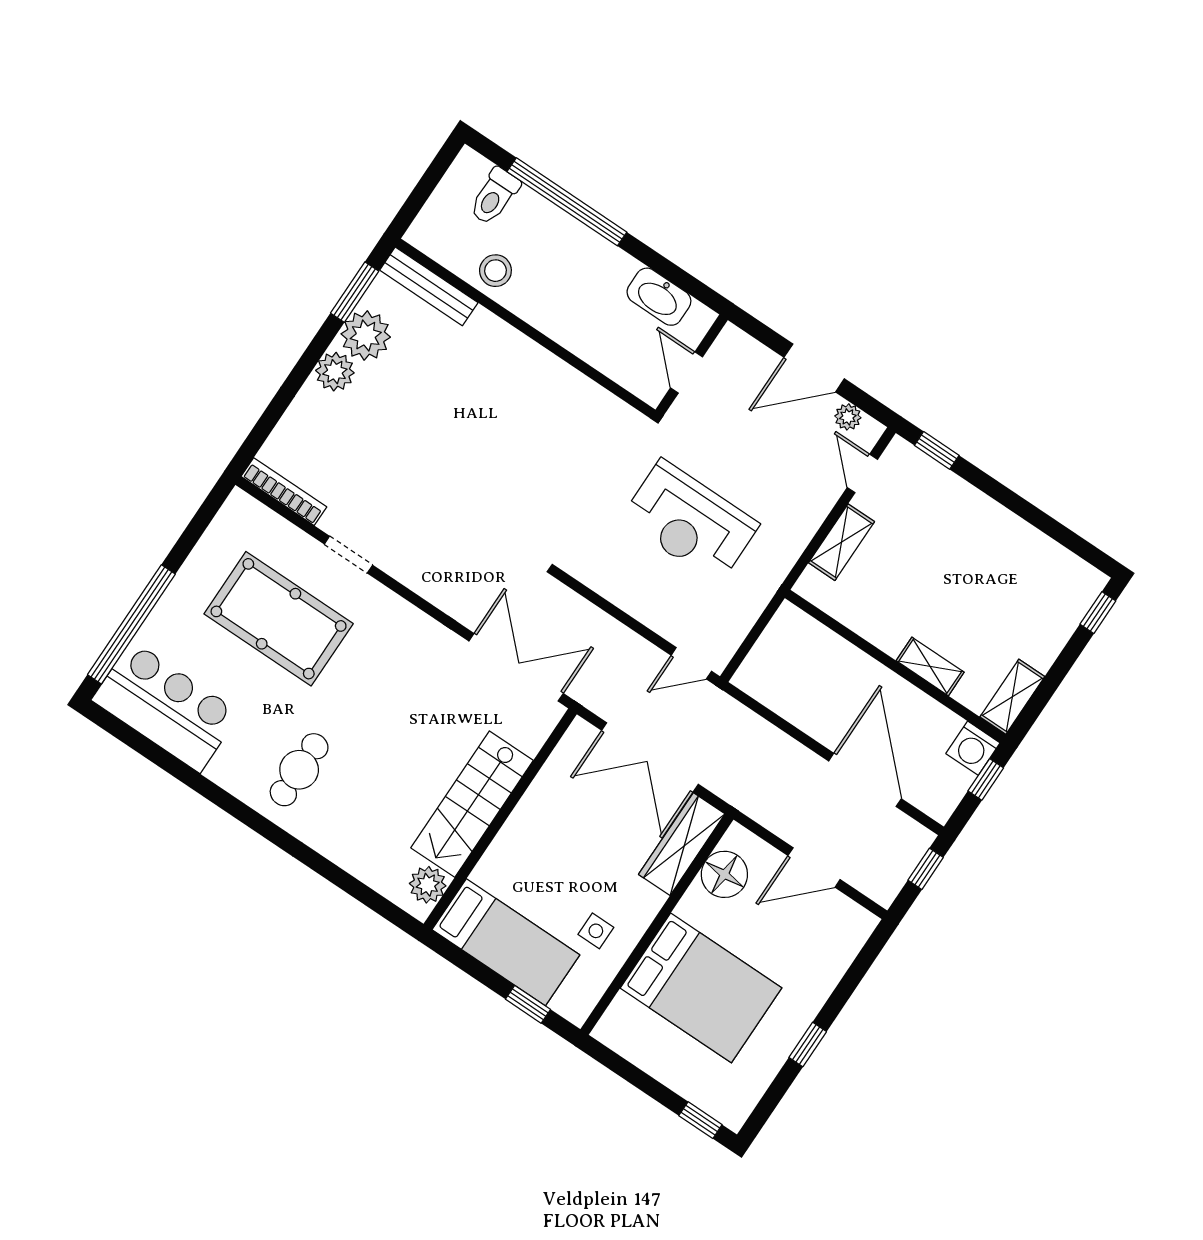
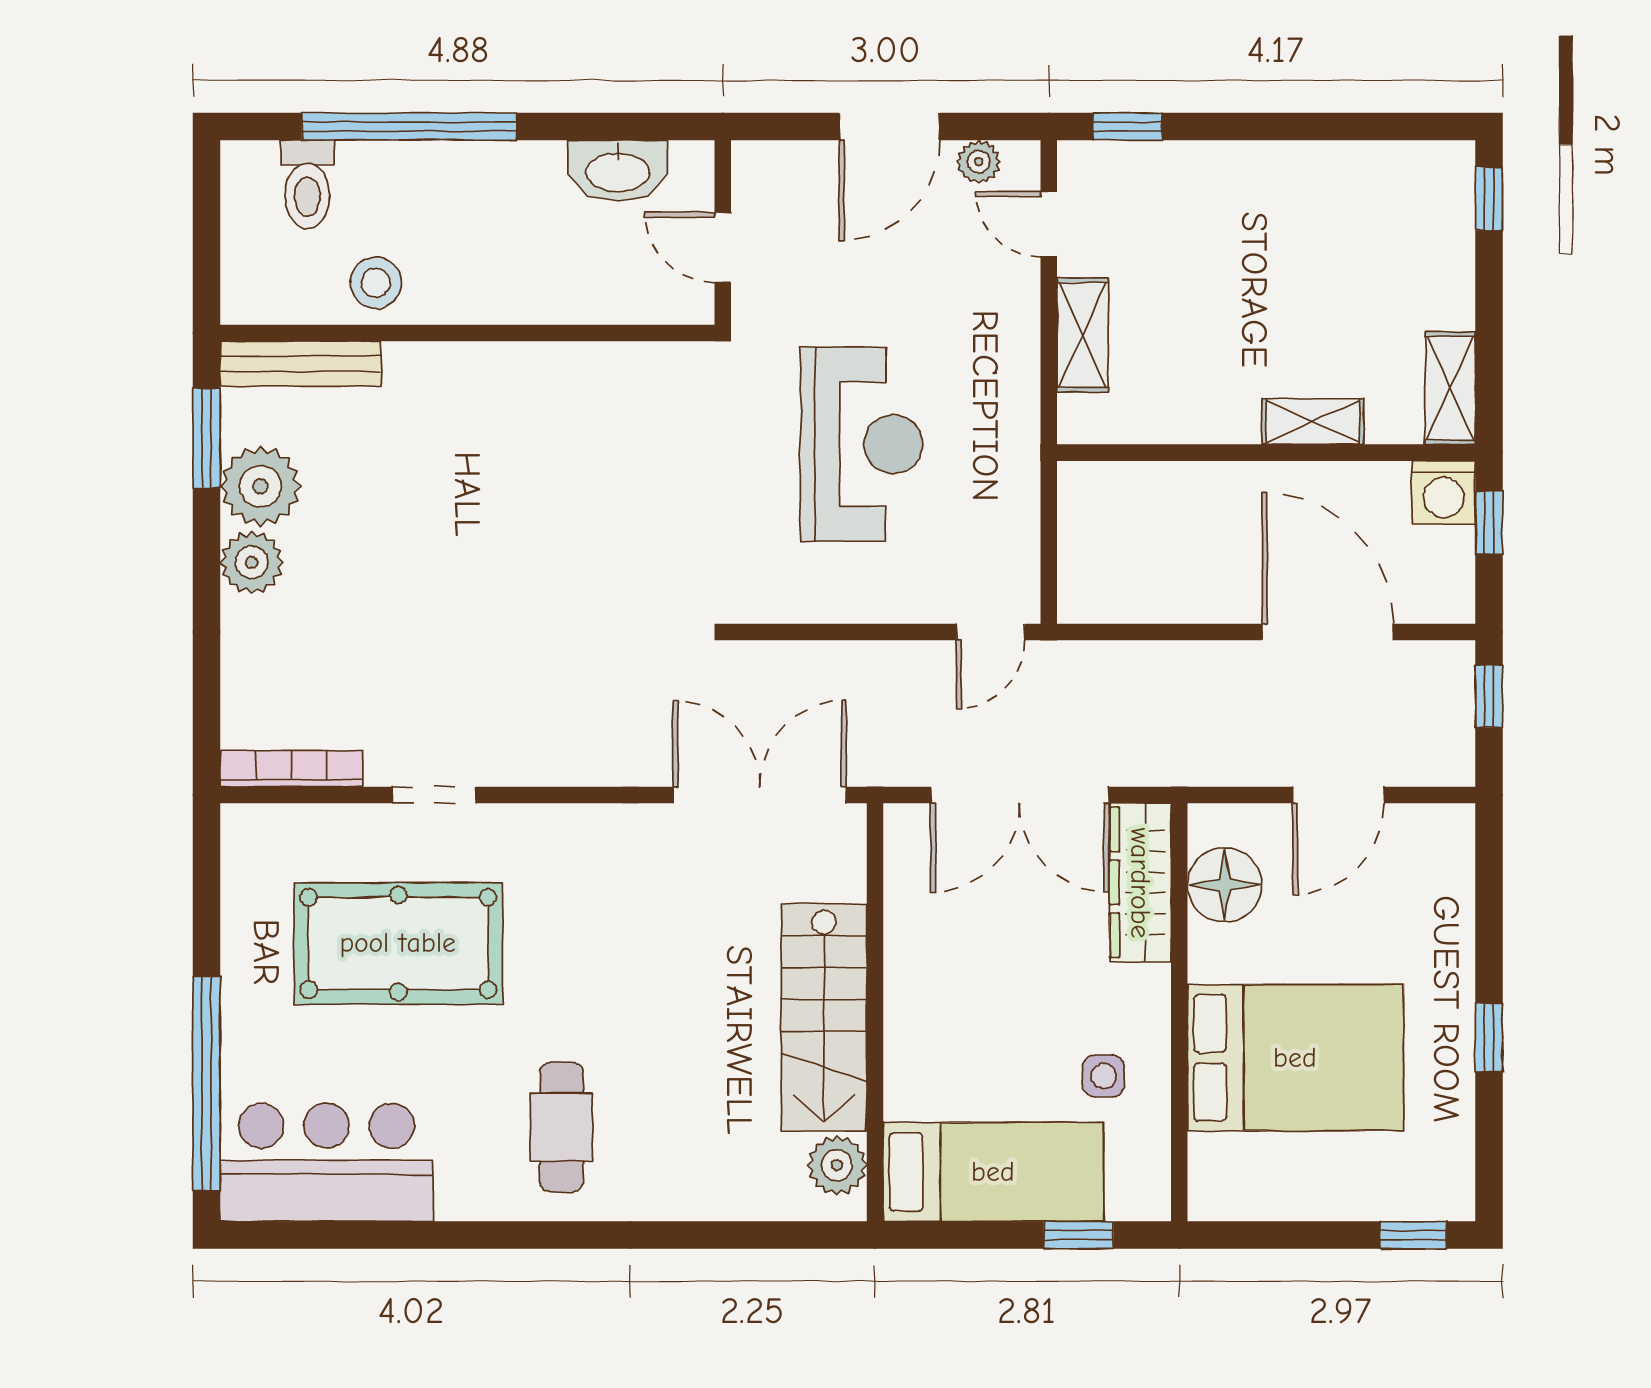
reception desk: (690, 522) -> (861, 444), turned -90

